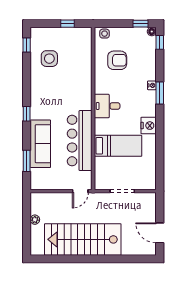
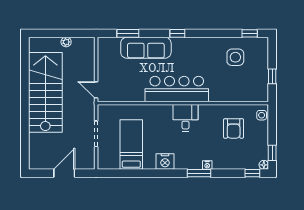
bar counter: (80, 141) -> (177, 89), moved
bed: (118, 146) -> (131, 145), moved, turned 180
door: (160, 233) -> (64, 173), moved

